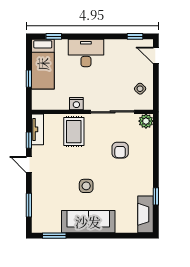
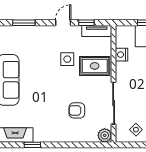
nightstand: (76, 104) -> (122, 55), moved
side table: (86, 186) -> (67, 59), moved

